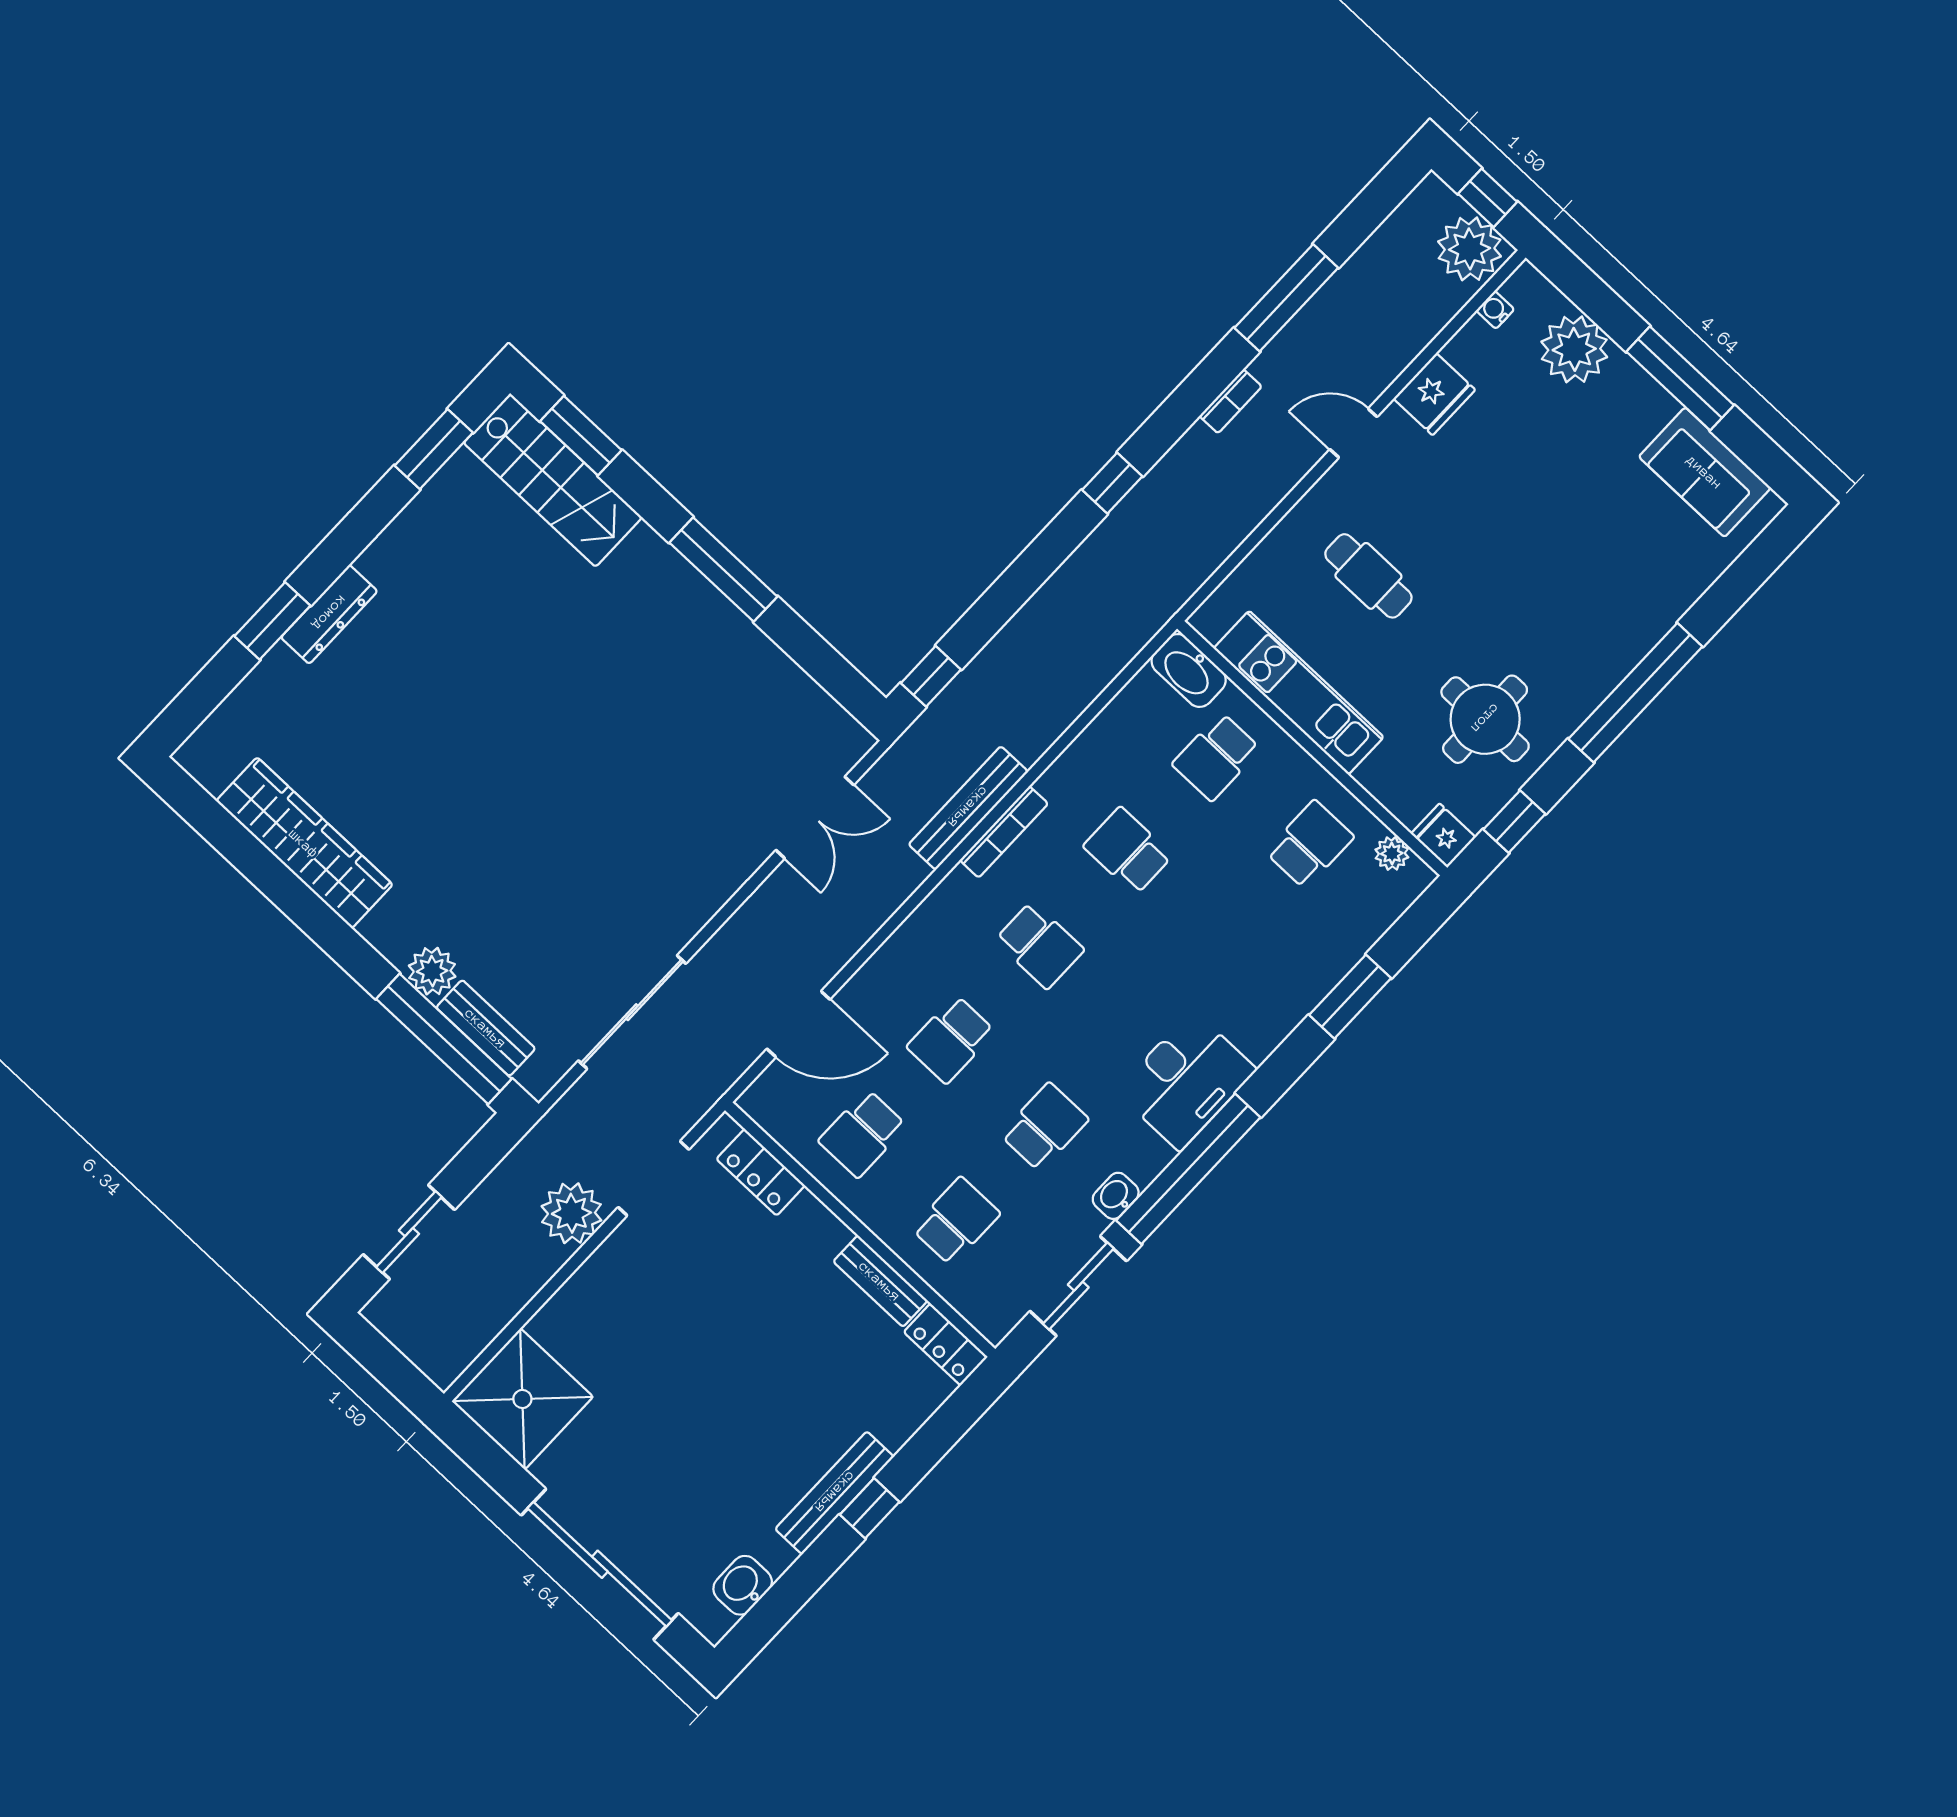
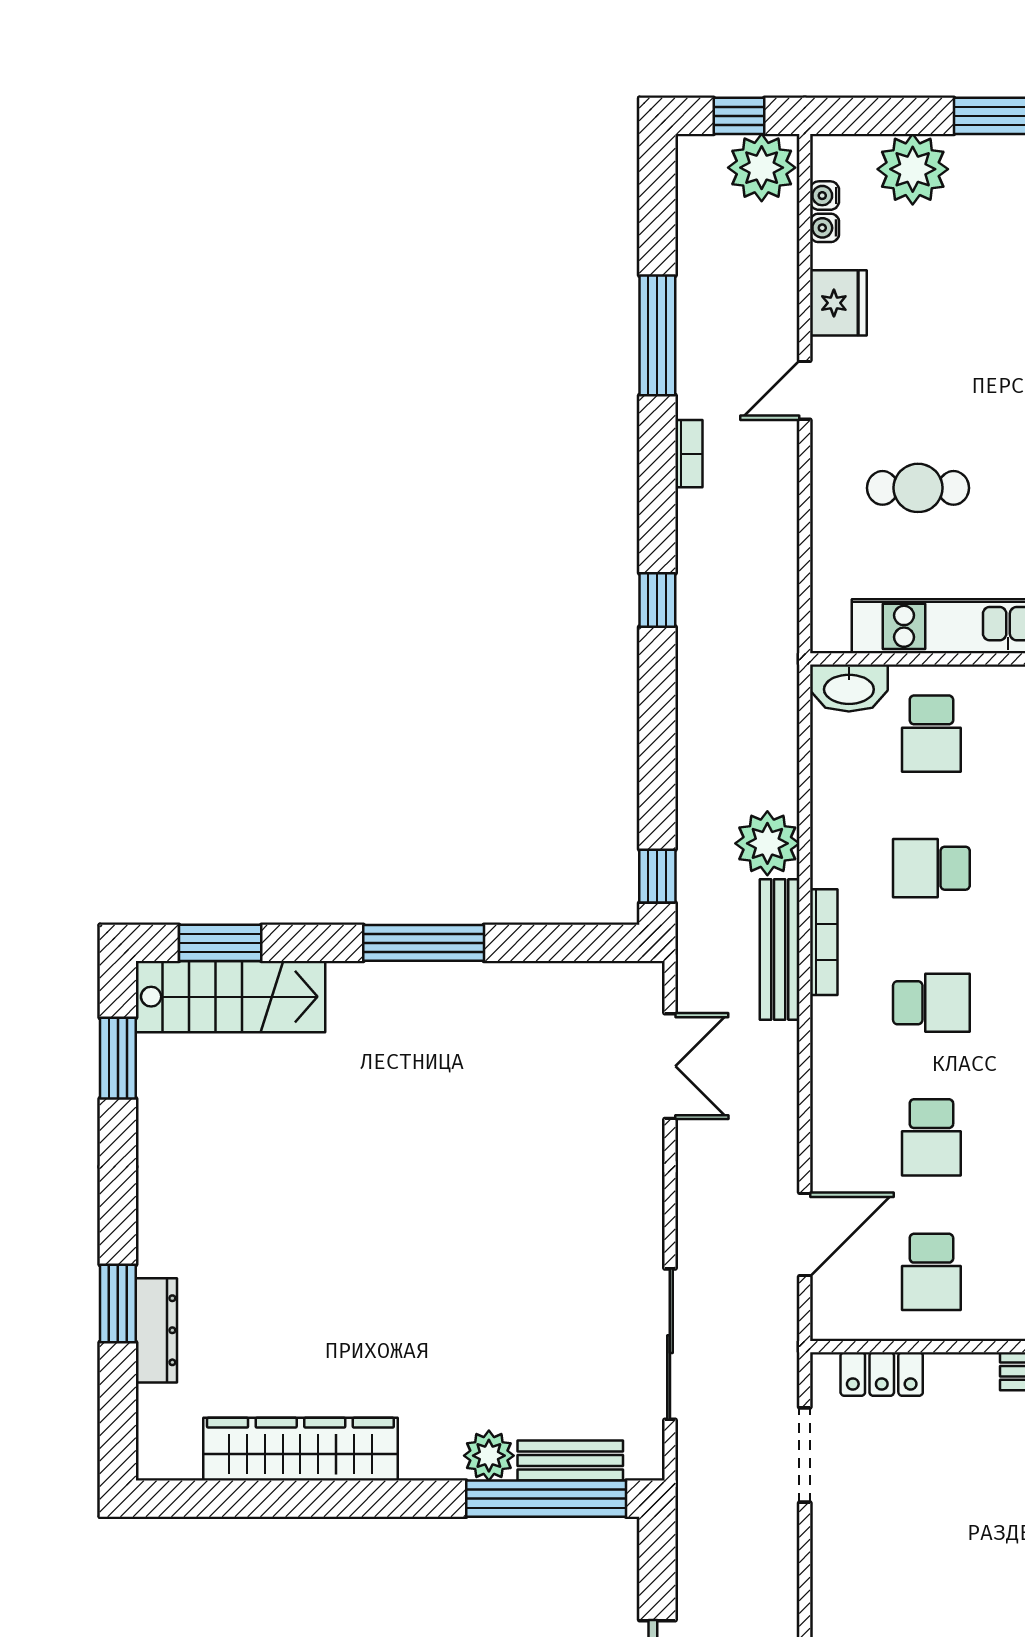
water cooler: (1474, 332) -> (825, 228), added
dresser: (329, 614) -> (156, 1330), moved
plant: (571, 1213) -> (767, 843), moved

